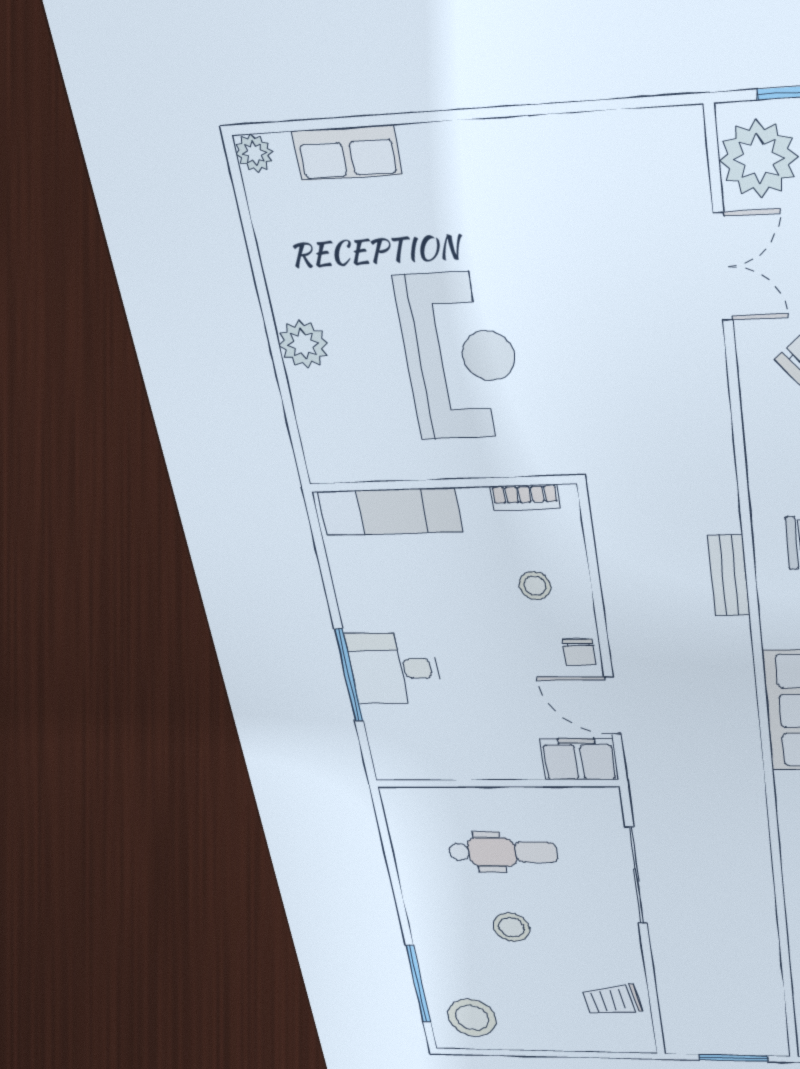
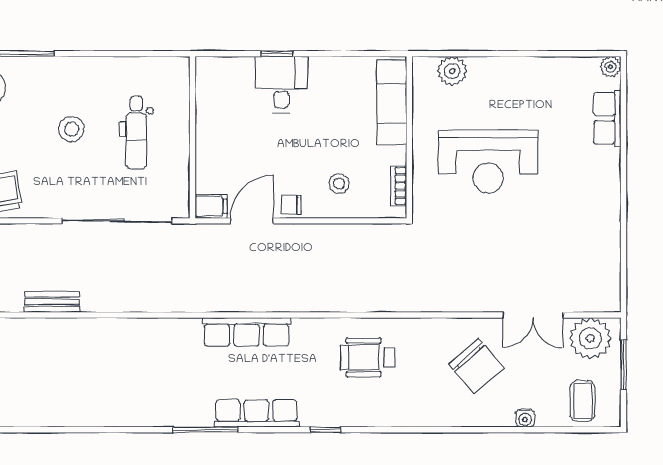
plant: (303, 344) -> (452, 71), moved
bench: (729, 576) -> (52, 302), moved
window: (349, 675) -> (277, 54), width x0.46
filing cabinet: (579, 759) -> (211, 206), width x0.50
sliding door: (636, 875) -> (117, 221), width x1.36

